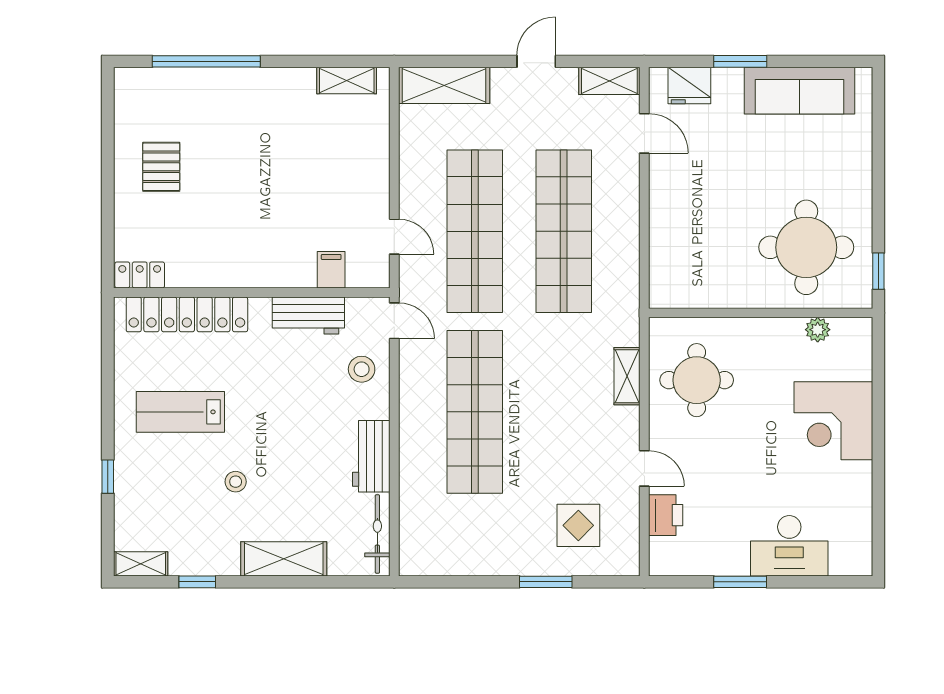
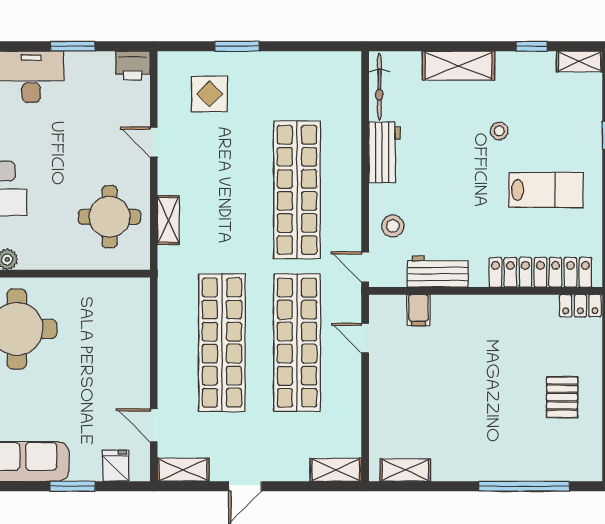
shelving: (444, 85) -> (336, 470), width x0.67, depth x0.75
fridge: (689, 86) -> (116, 466), width x0.72
printer: (666, 515) -> (133, 65), moved, turned -90

